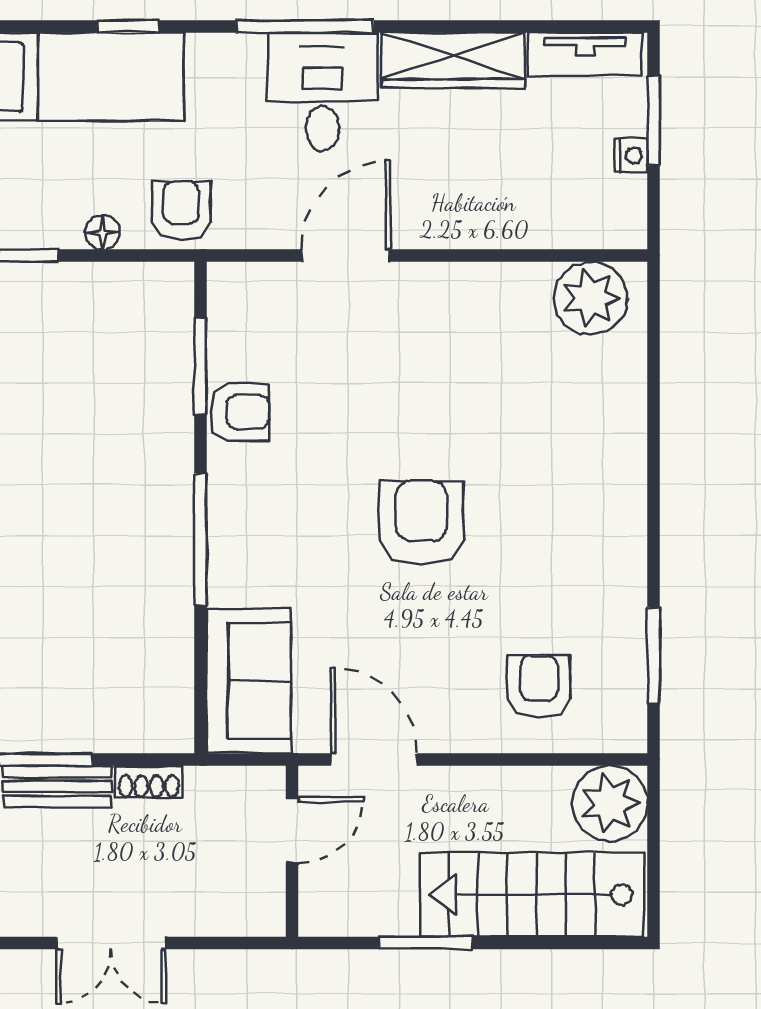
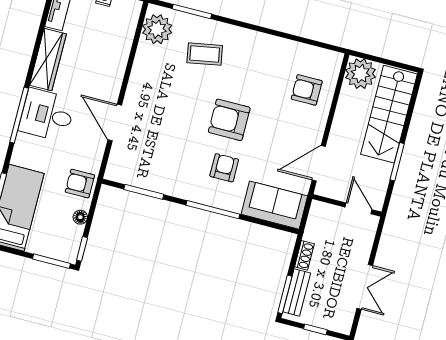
armchair: (240, 412) -> (224, 168), moved
coffee table: (561, 425) -> (205, 54), added
window: (654, 655) -> (192, 11), moved
door: (292, 830) -> (359, 208), moved

